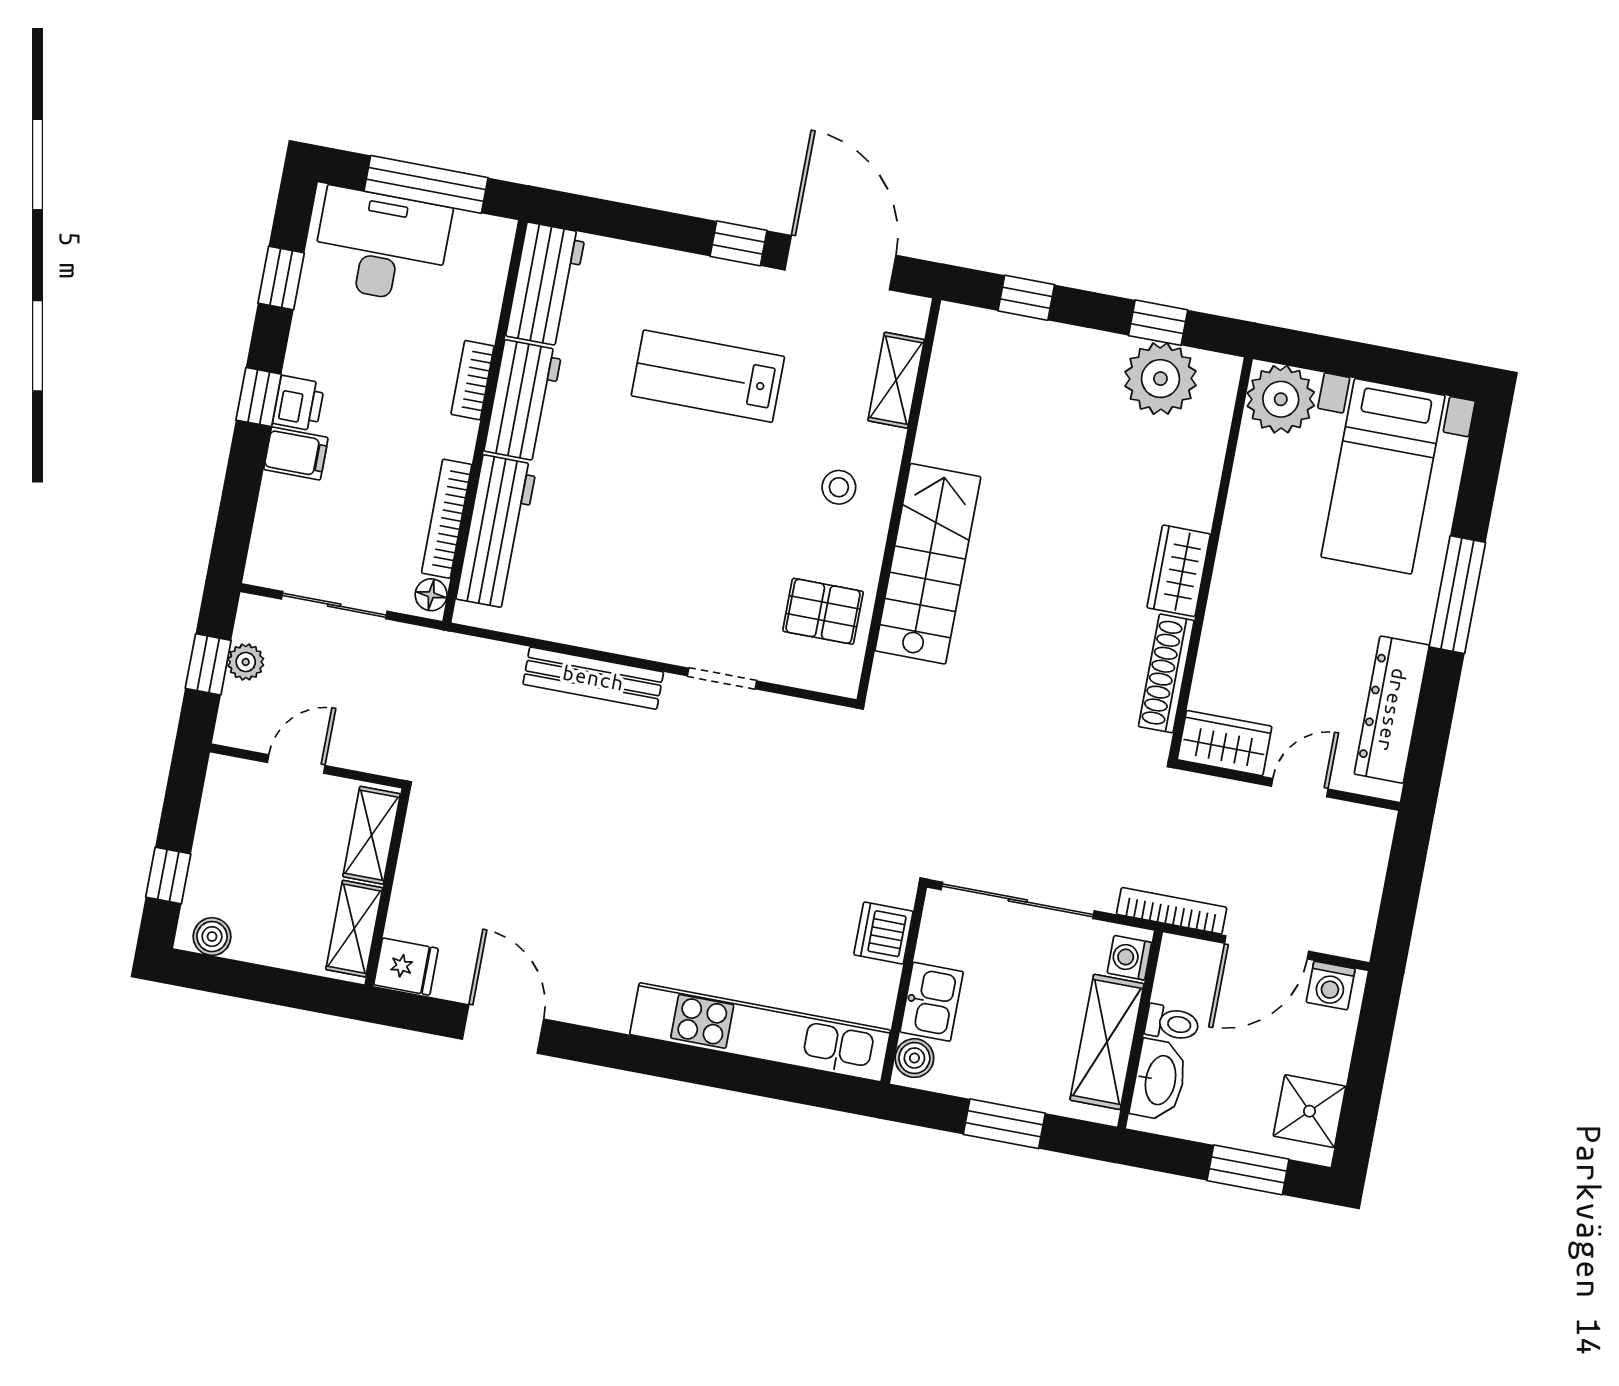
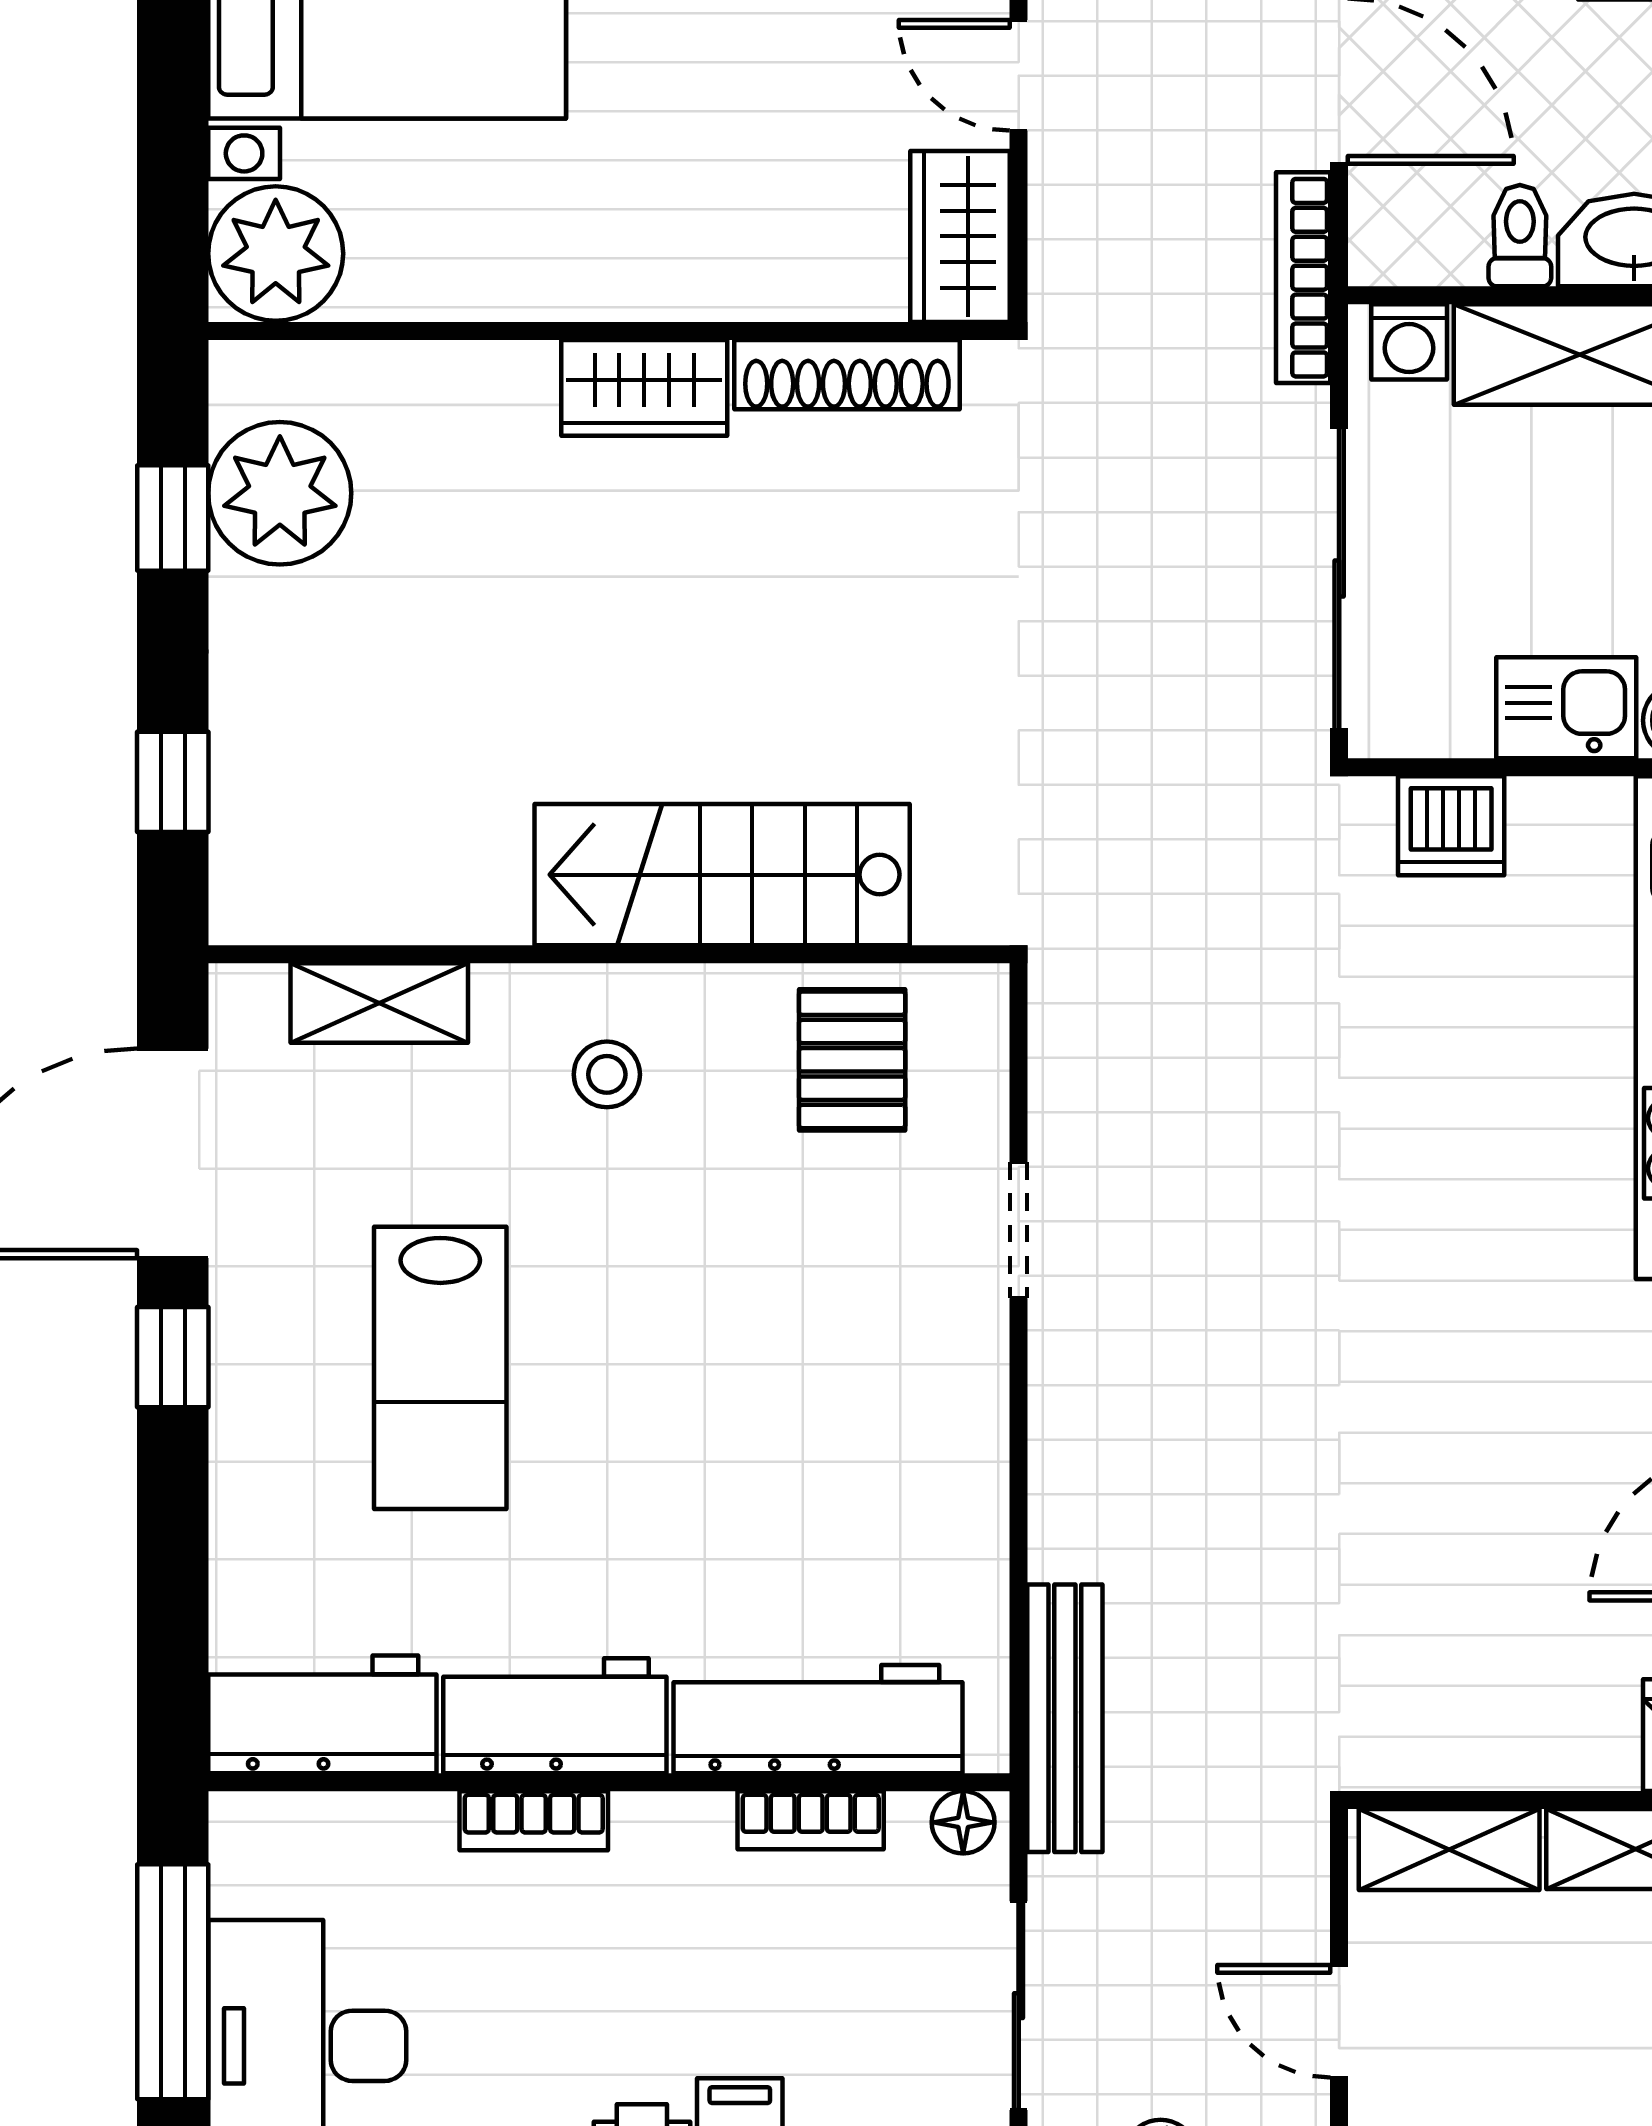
bookcase: (447, 519) -> (811, 1820), width x0.64
bench: (593, 678) -> (1065, 1718), moved

